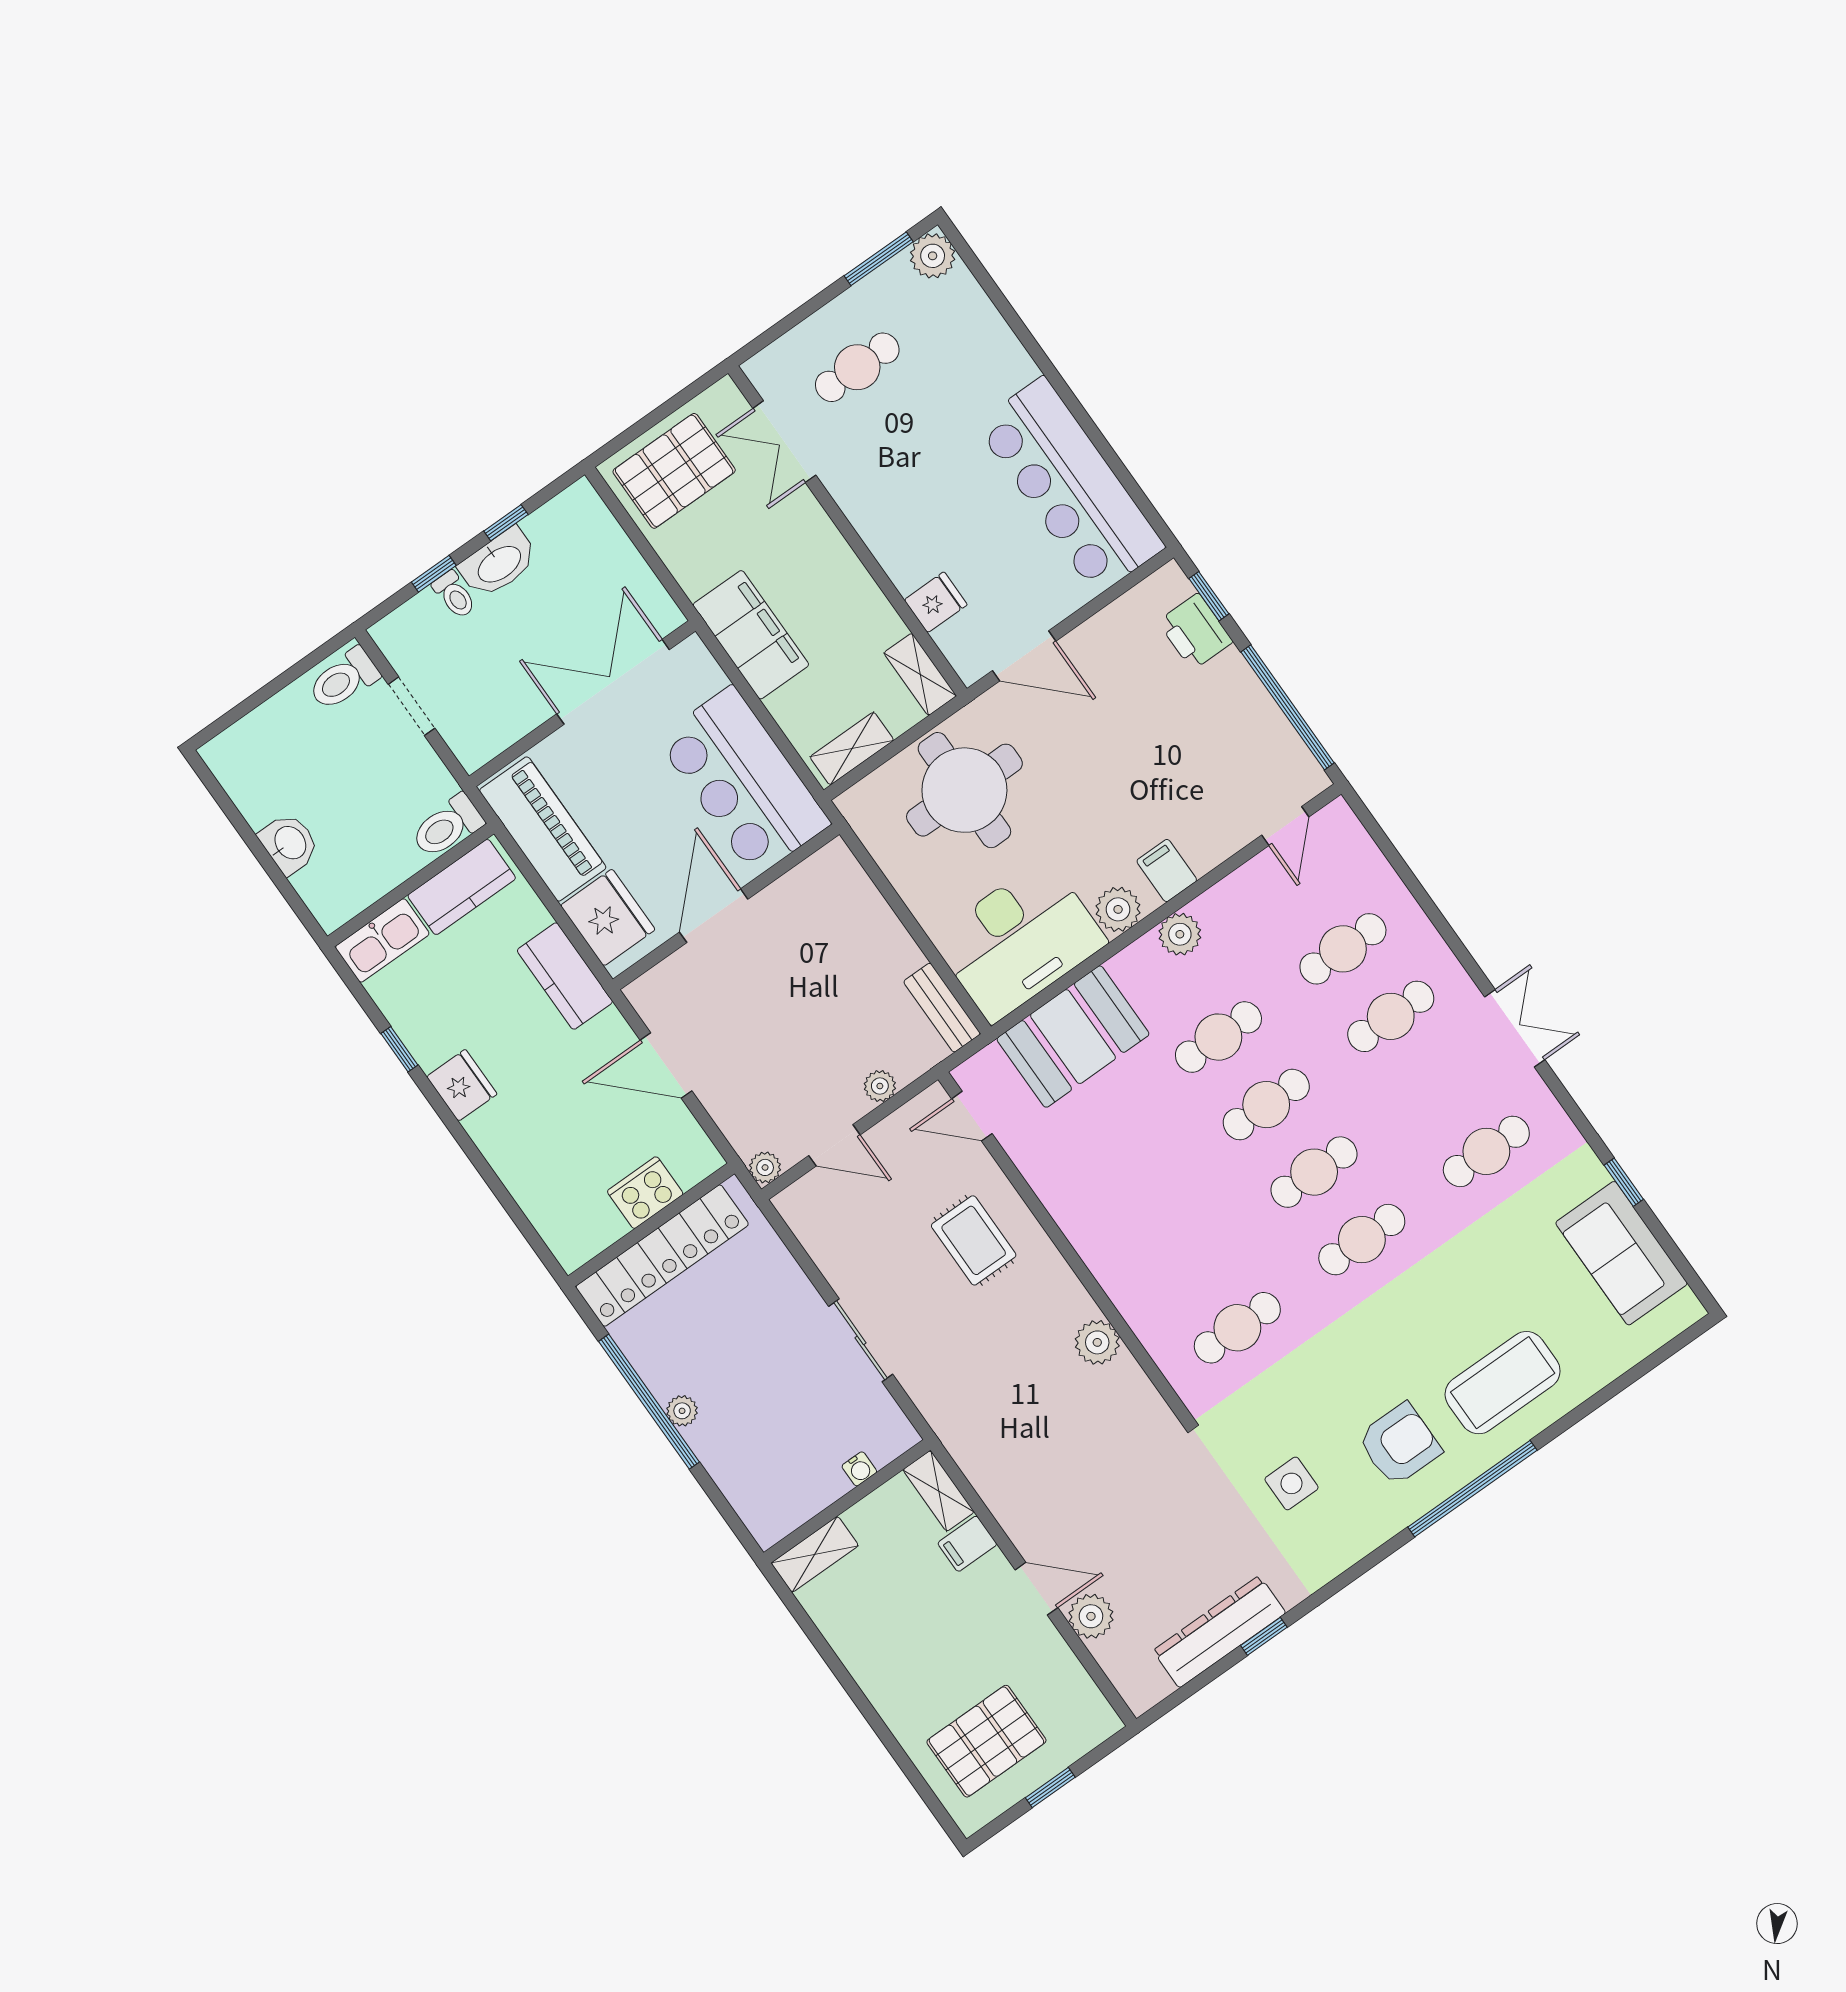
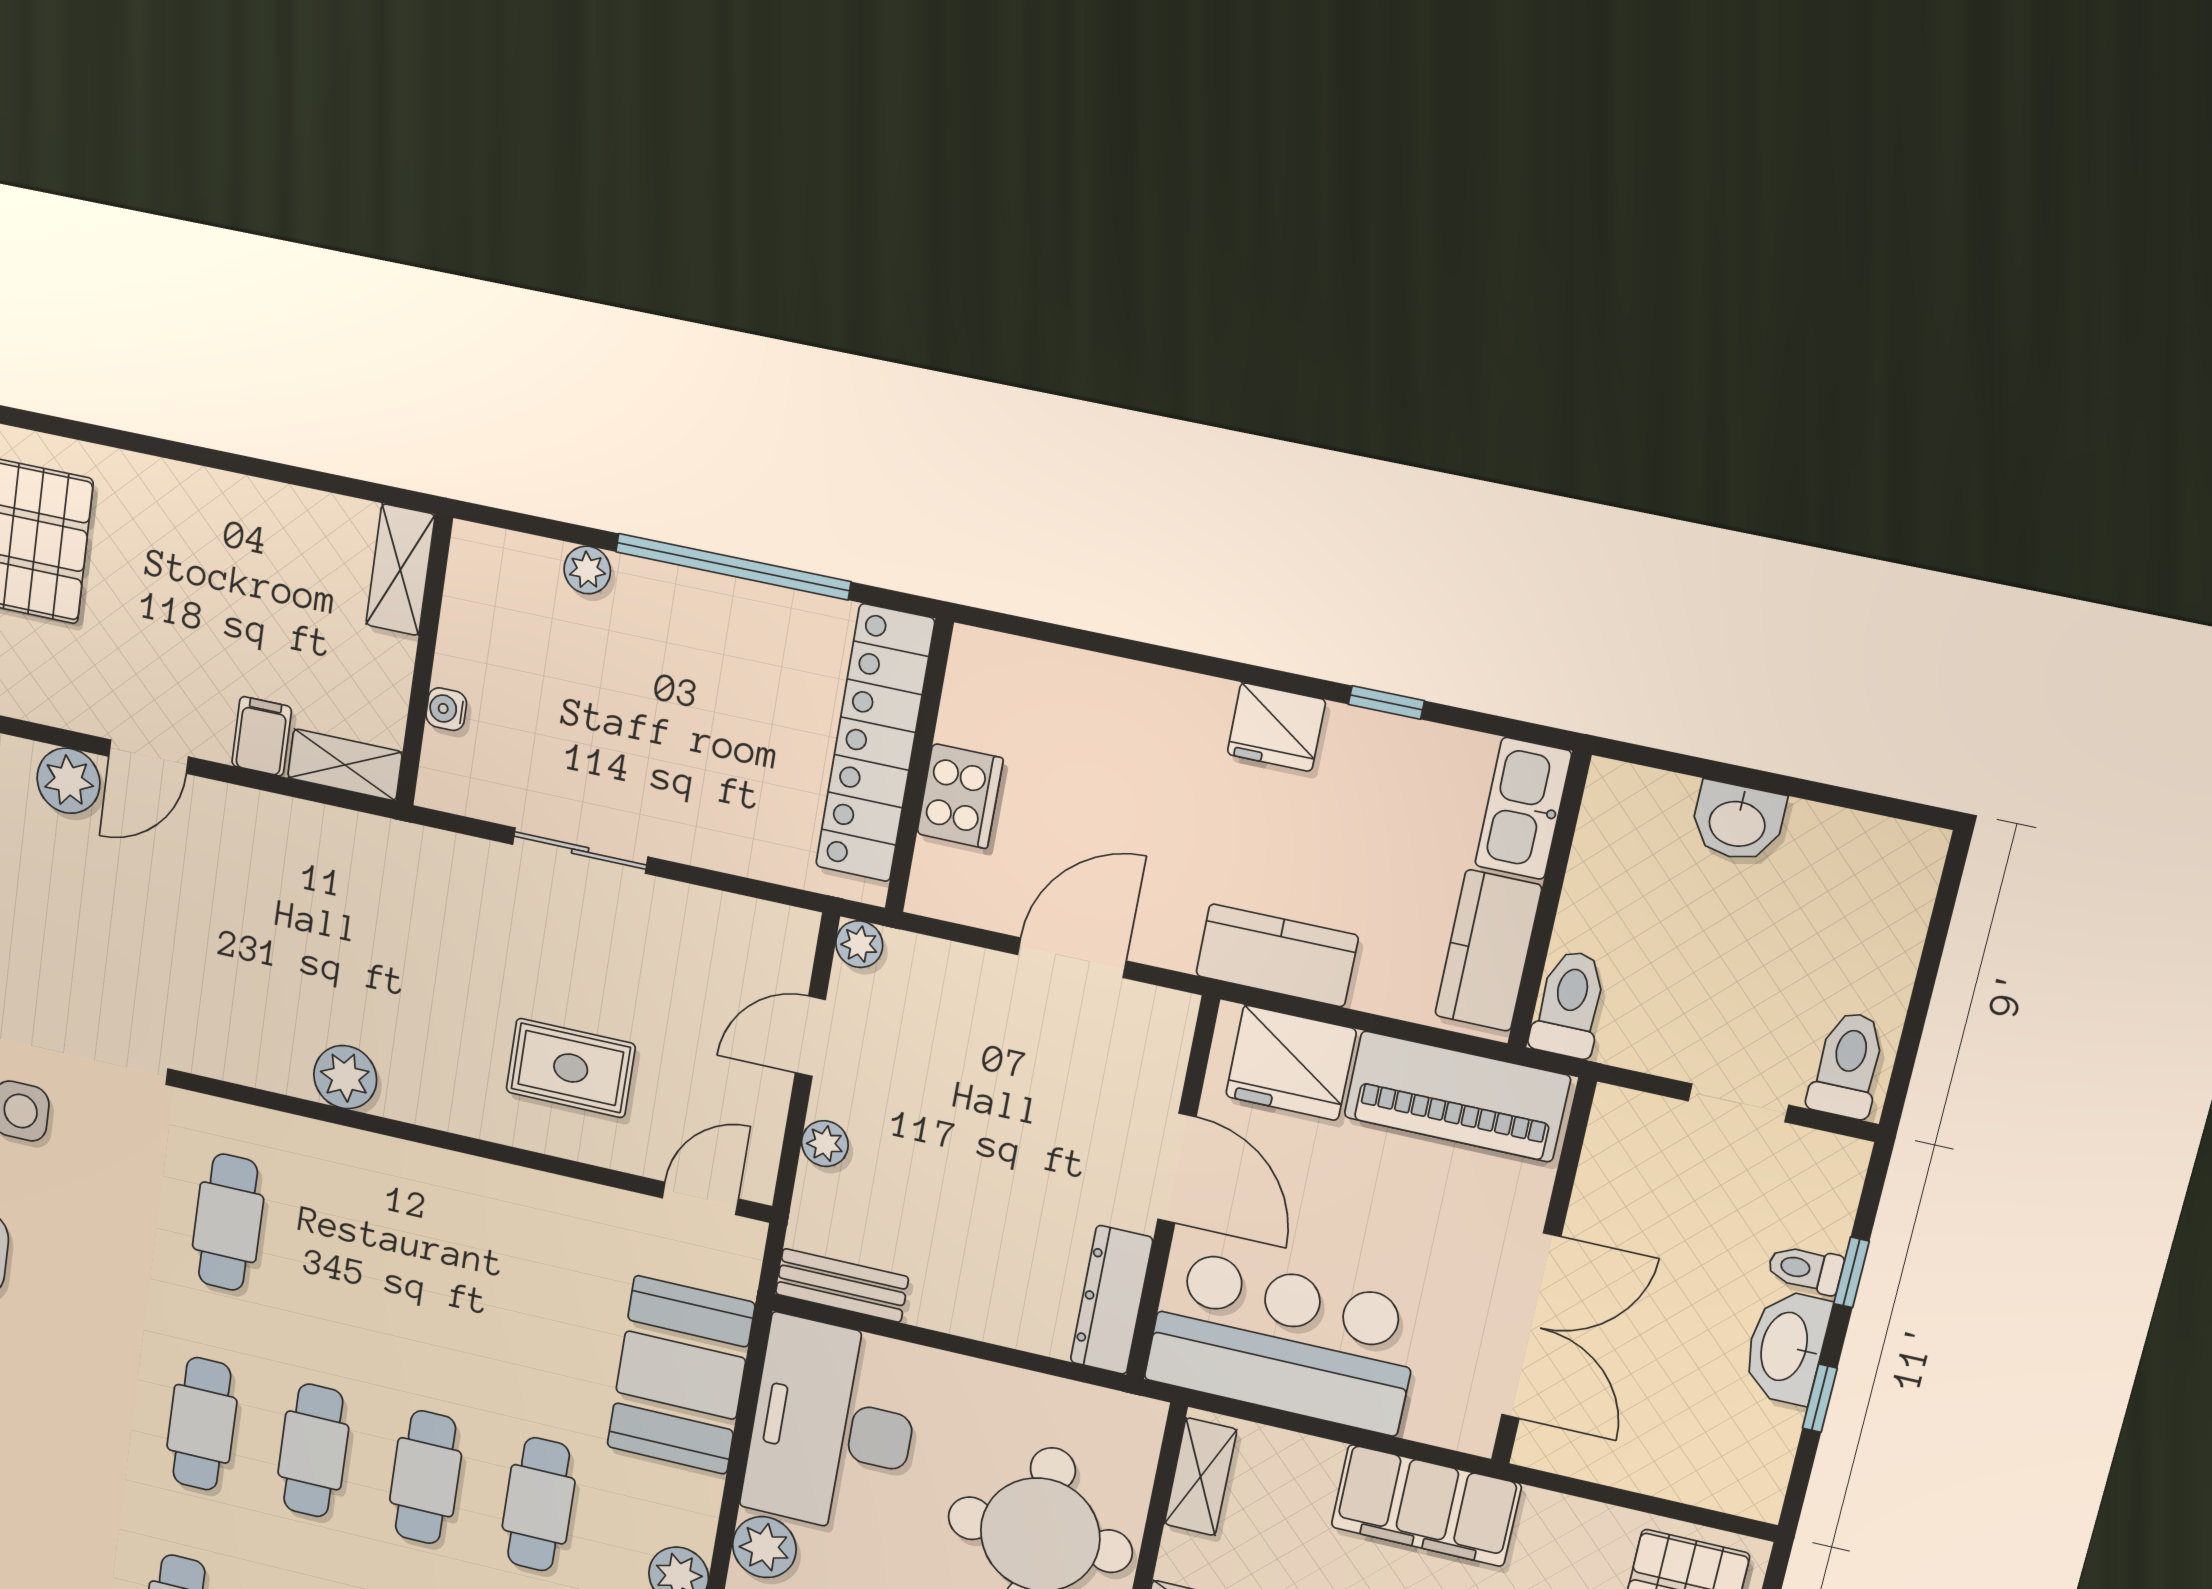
dresser: (810, 879) -> (1112, 1300), added
plant: (682, 1411) -> (587, 570), moved

